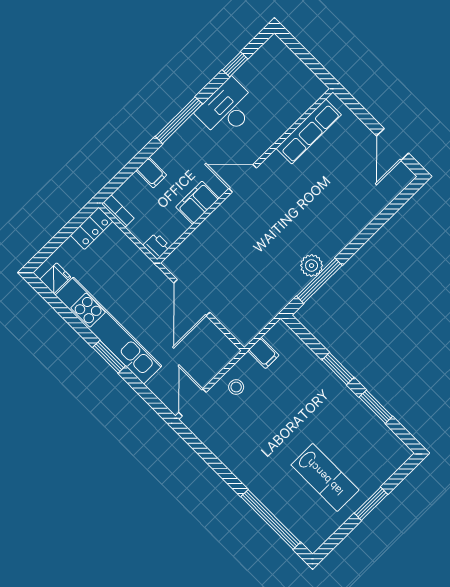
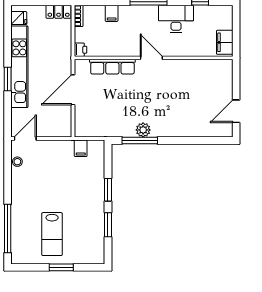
row of seats: (309, 132) -> (112, 67), moved
filing cabinet: (198, 203) -> (225, 42), moved, turned -90
stool: (236, 387) -> (17, 162), moved

